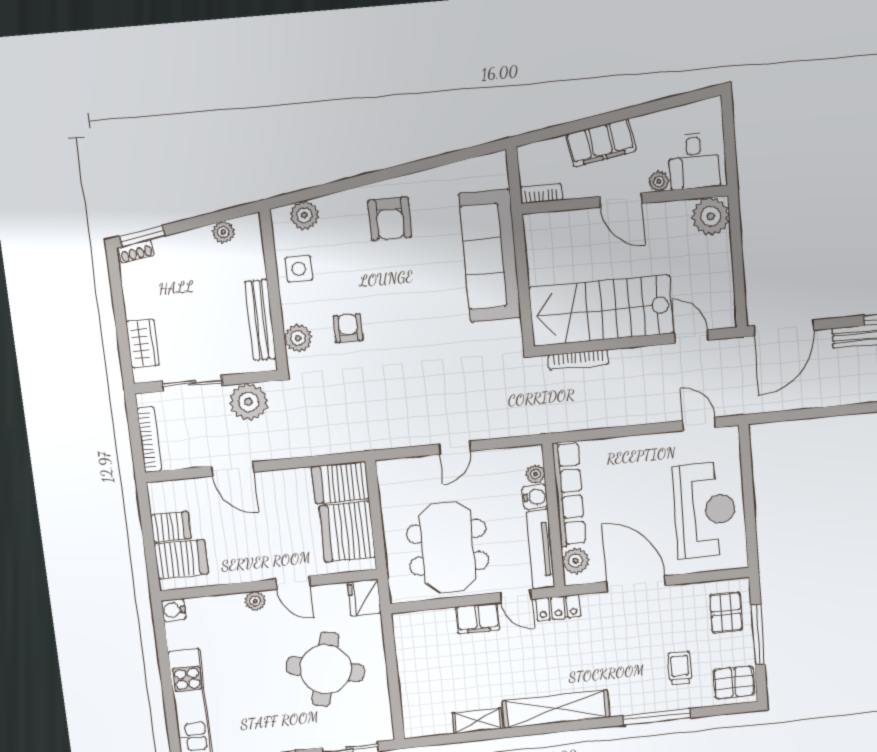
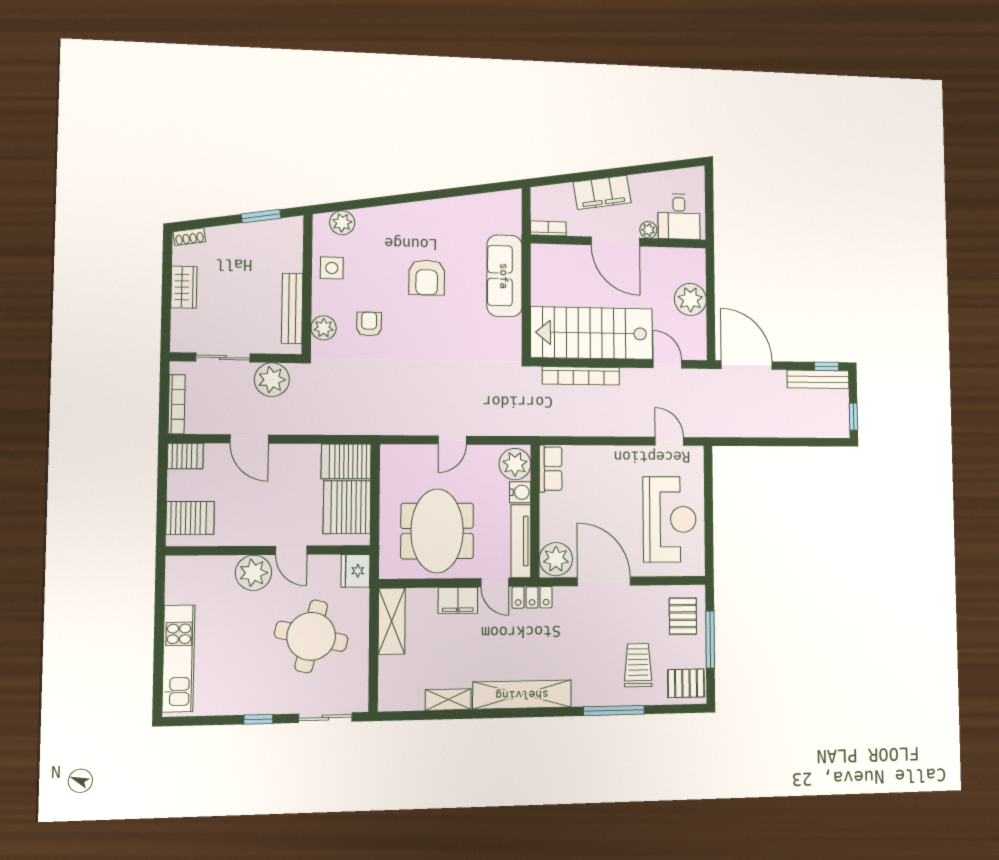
door: (621, 200) -> (615, 242), width x1.36
plant: (711, 216) -> (690, 299), moved
armchair: (390, 219) -> (427, 277), moved
plant: (223, 232) -> (269, 229), removed
window: (142, 236) -> (261, 216), moved
sofa: (490, 256) -> (504, 276), width x0.74, depth x0.79
door: (784, 328) -> (747, 365), swing flipped
wardrobe: (143, 343) -> (184, 287), moved
bookcase: (578, 360) -> (581, 376), width x1.48, depth x1.31
plant: (535, 474) -> (515, 464), width x1.88, depth x1.88
row of seats: (569, 494) -> (551, 469), width x0.50
server rack: (171, 527) -> (185, 456), moved
plant: (576, 561) -> (556, 559), width x1.36, depth x1.36
plant: (255, 601) -> (253, 573), width x1.87, depth x1.87
water cooler: (174, 610) -> (176, 566), removed
shelving: (409, 646) -> (392, 621), added
trolley: (680, 668) -> (638, 665), width x1.36, depth x1.39

